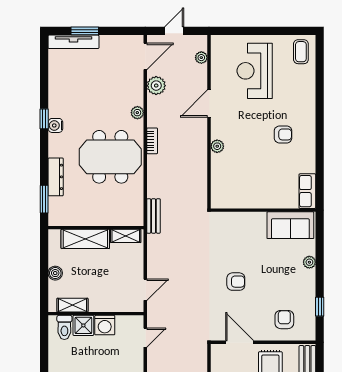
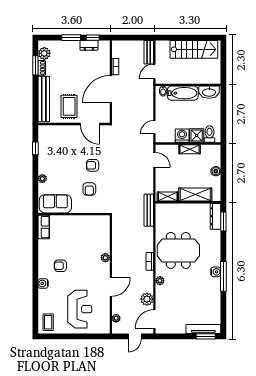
window: (85, 31) -> (206, 336), moved
water cooler: (308, 108) -> (43, 283), added
window: (44, 119) -> (223, 276), width x2.17
dresser: (56, 177) -> (216, 216), moved
bench: (154, 216) -> (149, 210), width x1.36
door: (145, 290) -> (154, 160), swing flipped
shelving: (72, 305) -> (190, 149), moved
armchair: (284, 320) -> (89, 189), moved

